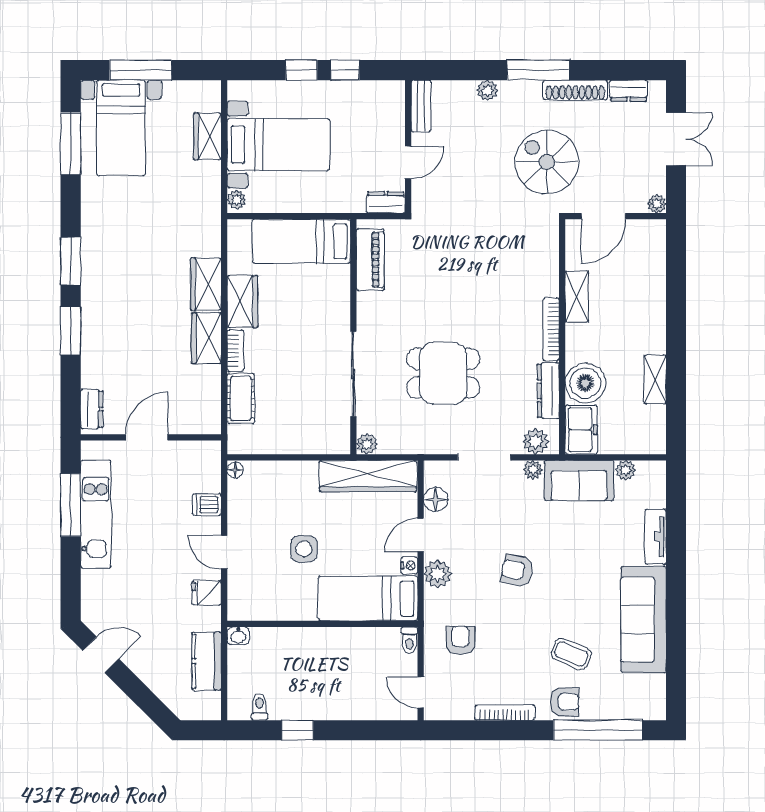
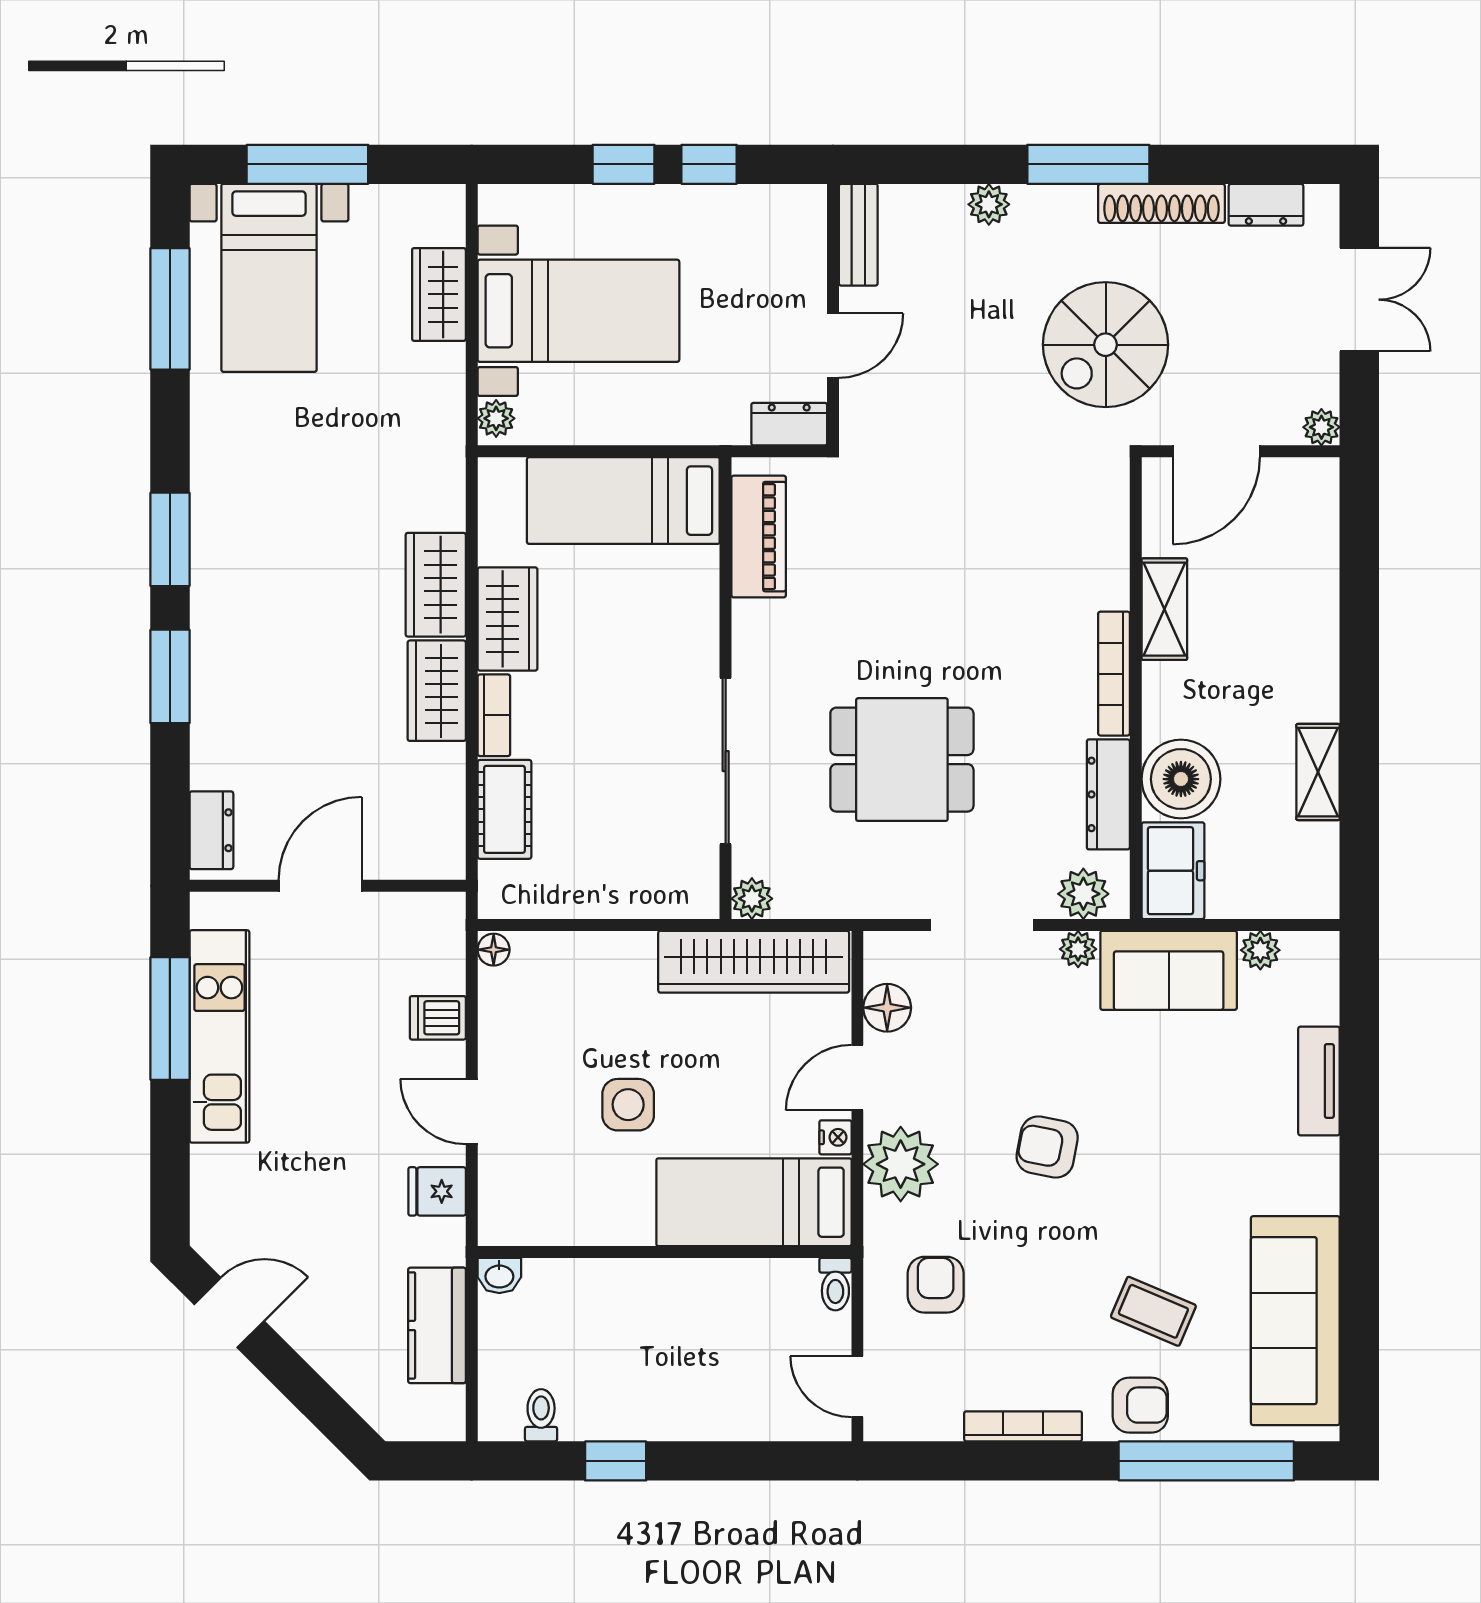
spiral stairs: (547, 162) -> (1106, 345), turned -90
plant: (437, 574) -> (901, 1164), width x1.36, depth x1.36
sofa: (643, 620) -> (1295, 1321), moved

